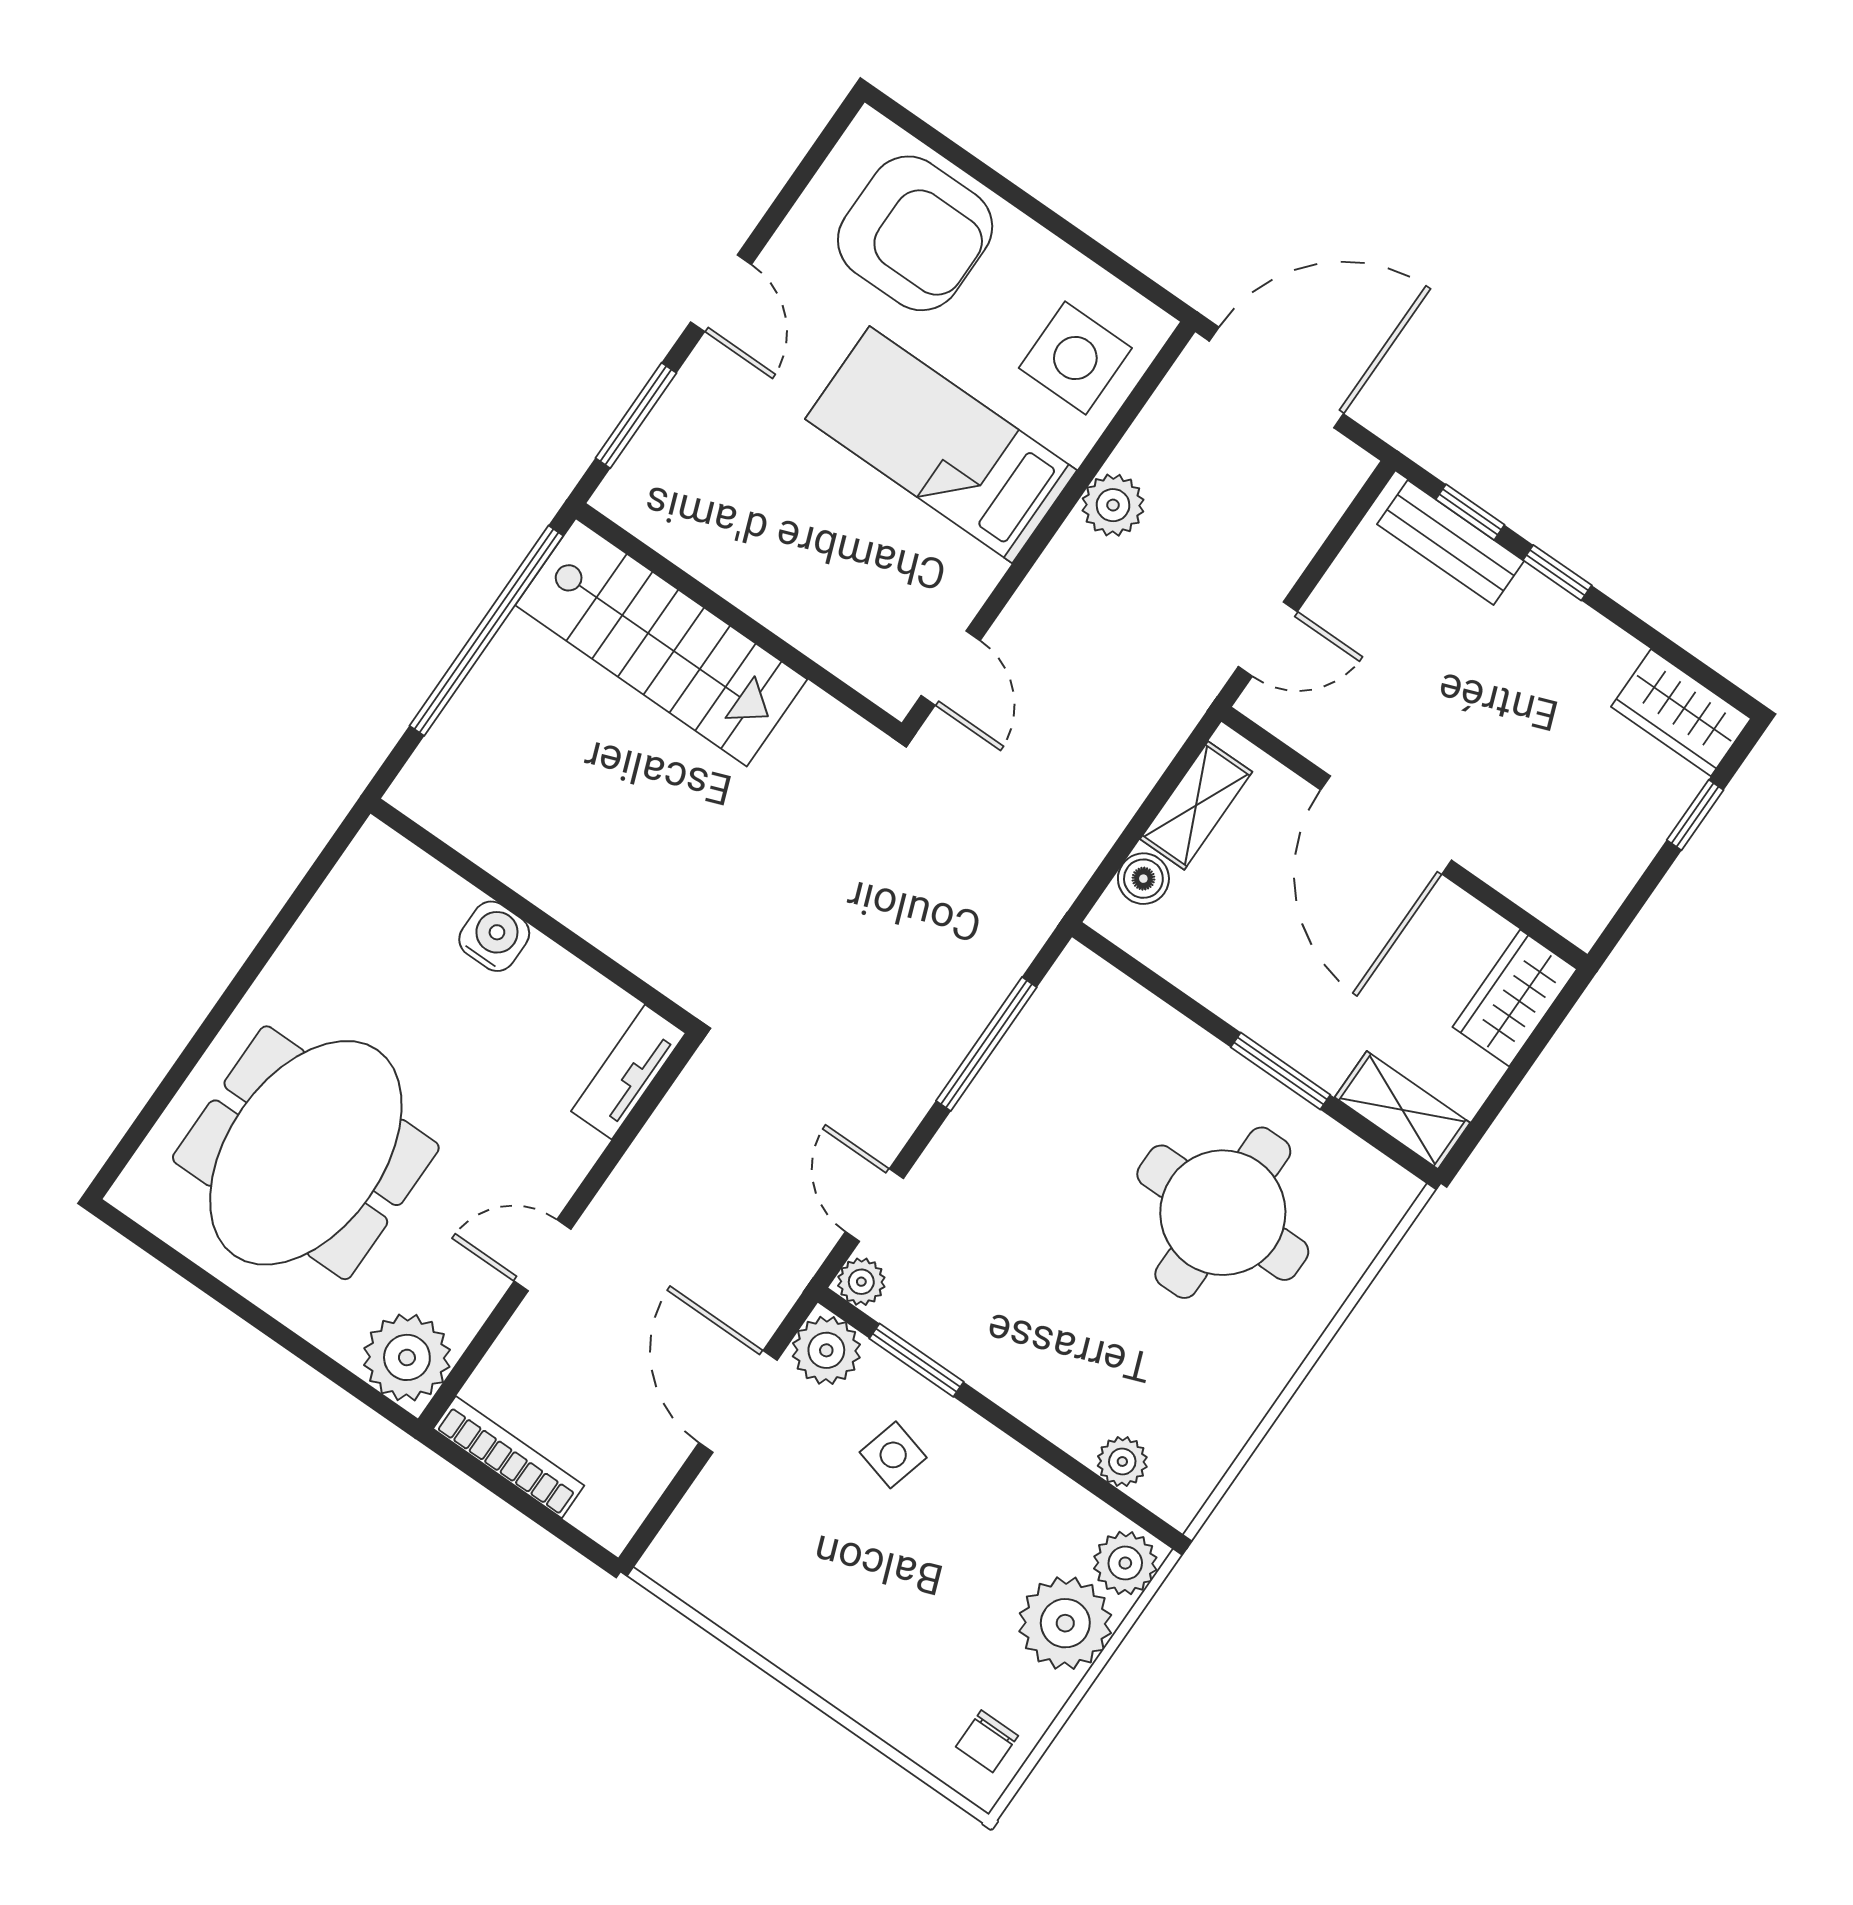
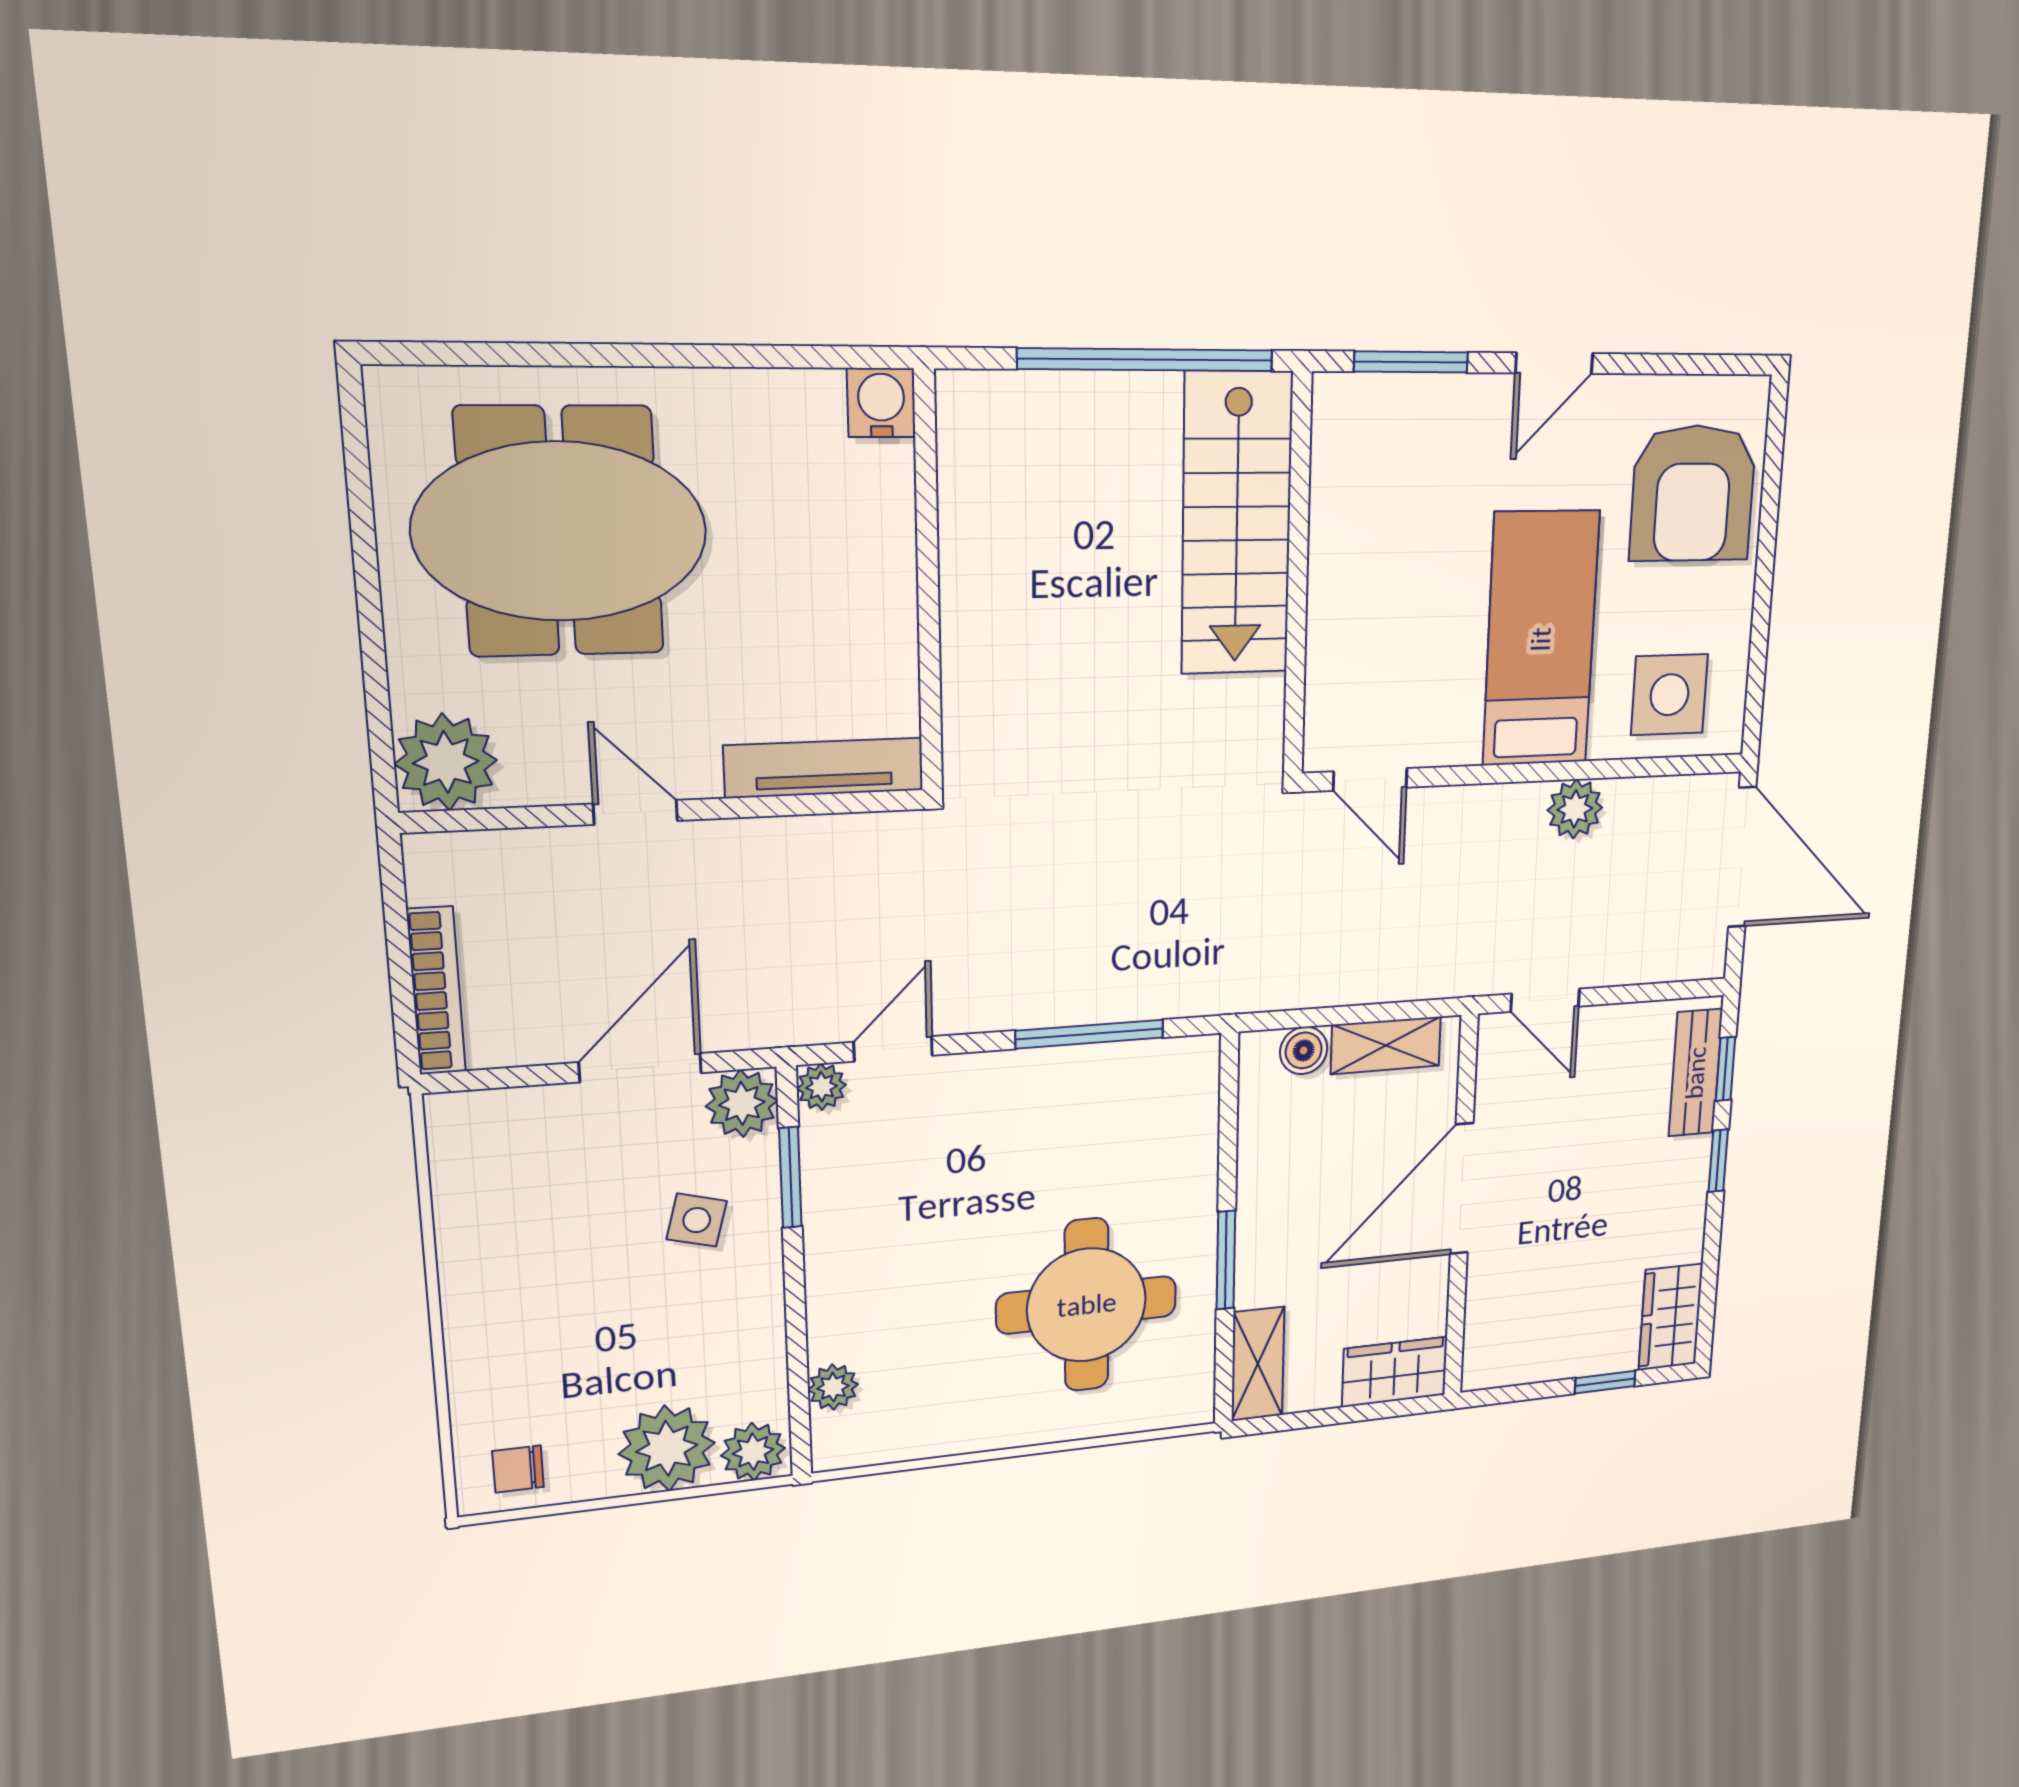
door: (951, 668) -> (1370, 779), hinge flipped
water cooler: (494, 936) -> (881, 403), moved, turned -90
tv unit: (628, 1072) -> (824, 768), width x1.41
bookcase: (509, 1457) -> (436, 991), moved

